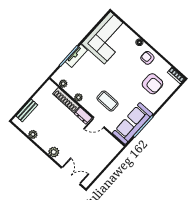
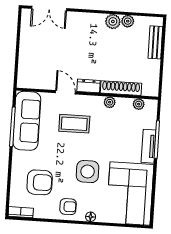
side table: (121, 69) -> (88, 172), added
armchair: (152, 84) -> (40, 182), turned 180
door: (99, 122) -> (65, 92), hinge flipped
plant: (54, 152) -> (113, 21), moved

